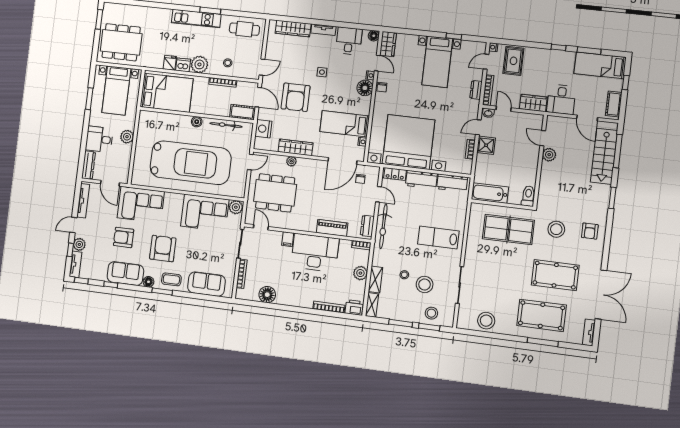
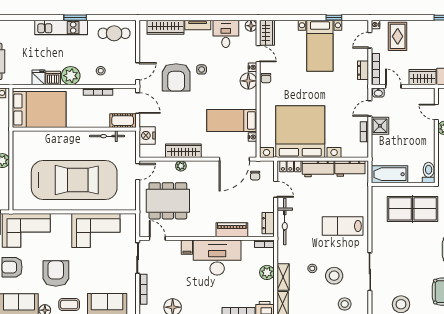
armchair: (296, 97) -> (176, 77), moved
boiler: (197, 122) -> (75, 136), removed
plant: (236, 207) -> (128, 221), removed

